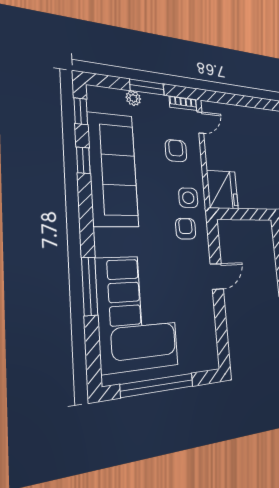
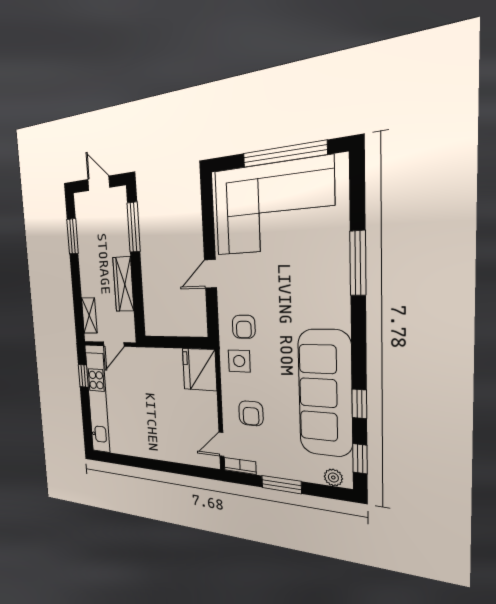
plant: (133, 98) -> (333, 478), moved
corner sofa: (137, 312) -> (273, 207), moved, turned -90

